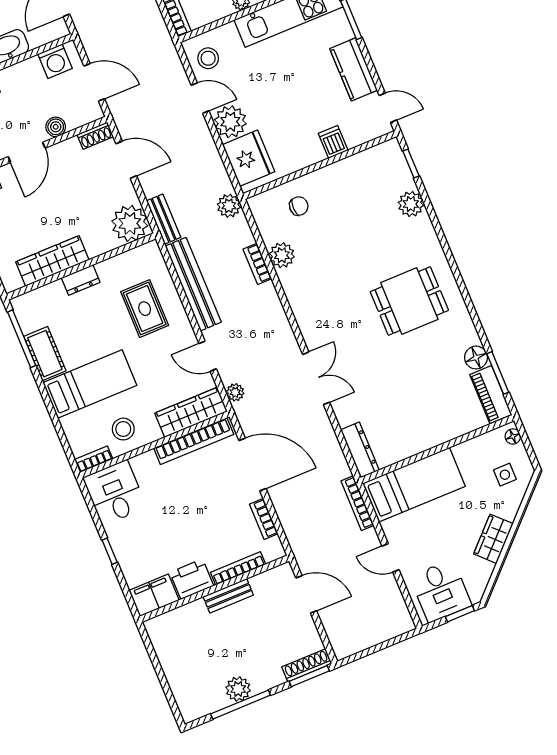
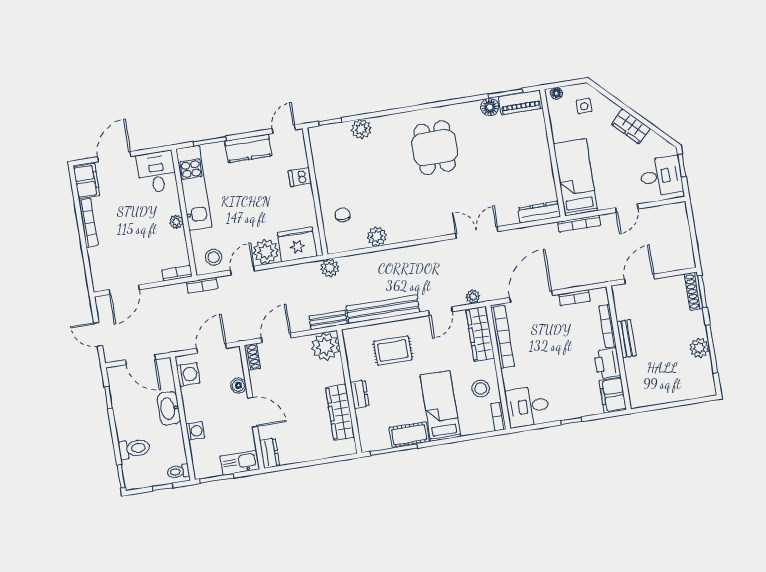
bookcase: (257, 264) -> (202, 285), moved

